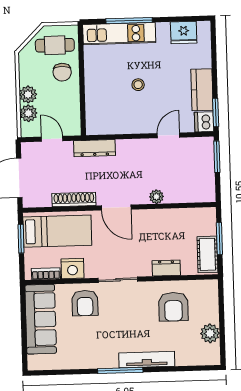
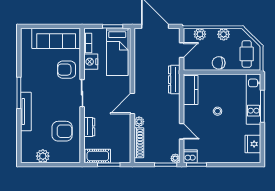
chair: (62, 72) -> (219, 63), moved
kitchen counter: (202, 90) -> (191, 90), moved, turned 90
plant: (28, 94) -> (224, 34), moved
plant: (207, 143) -> (175, 158), added
shoe rack: (74, 199) -> (139, 143), moved
door: (116, 207) -> (132, 103), moved
armchair: (173, 307) -> (62, 131), turned 180

